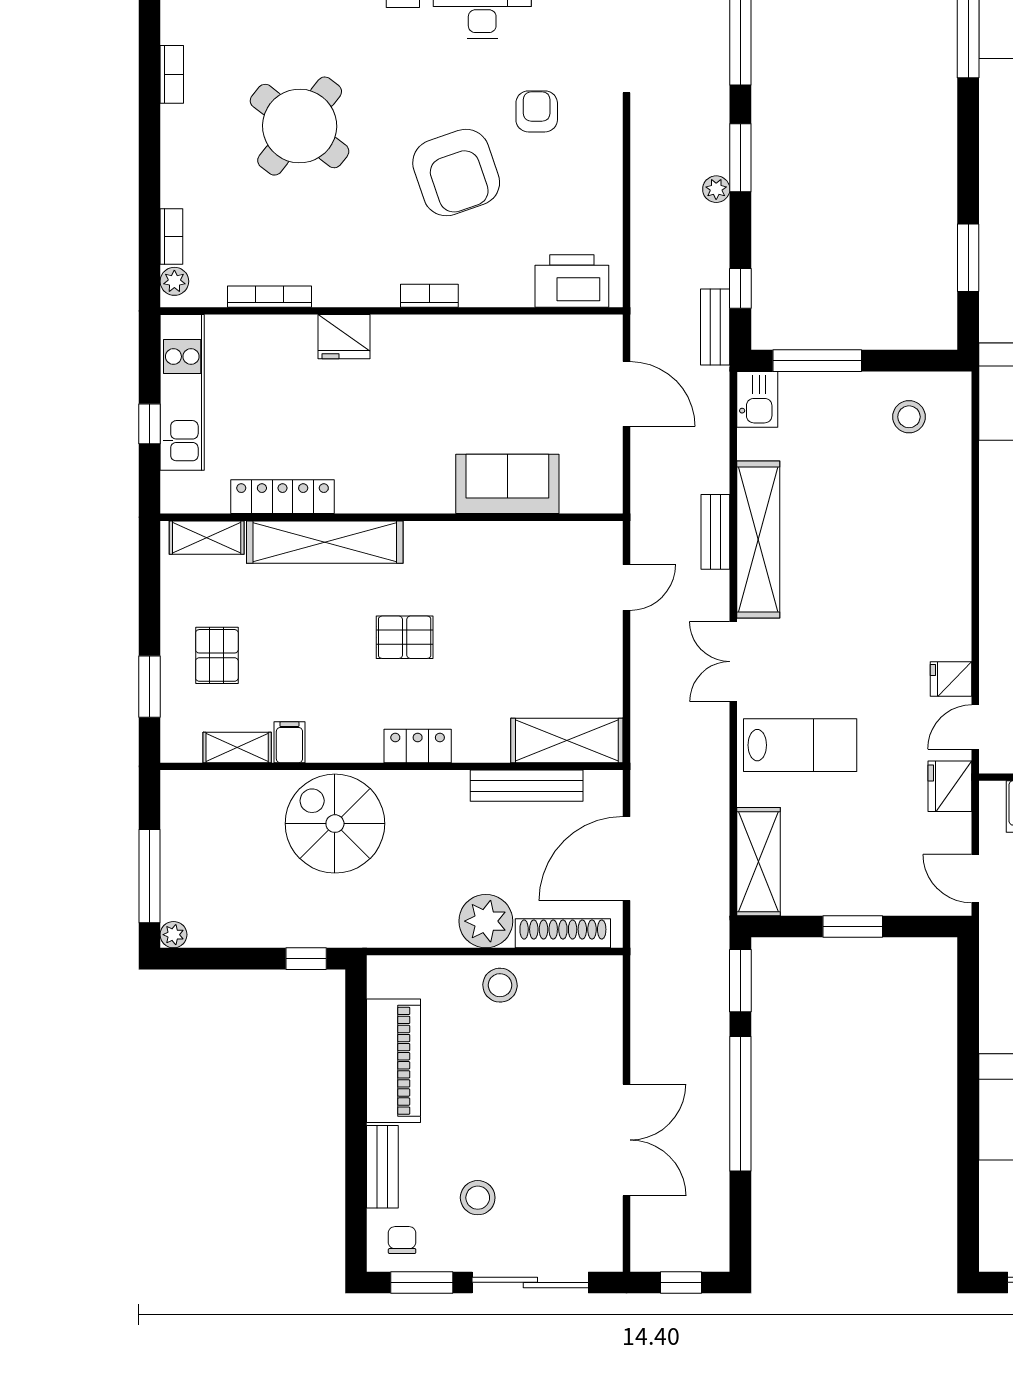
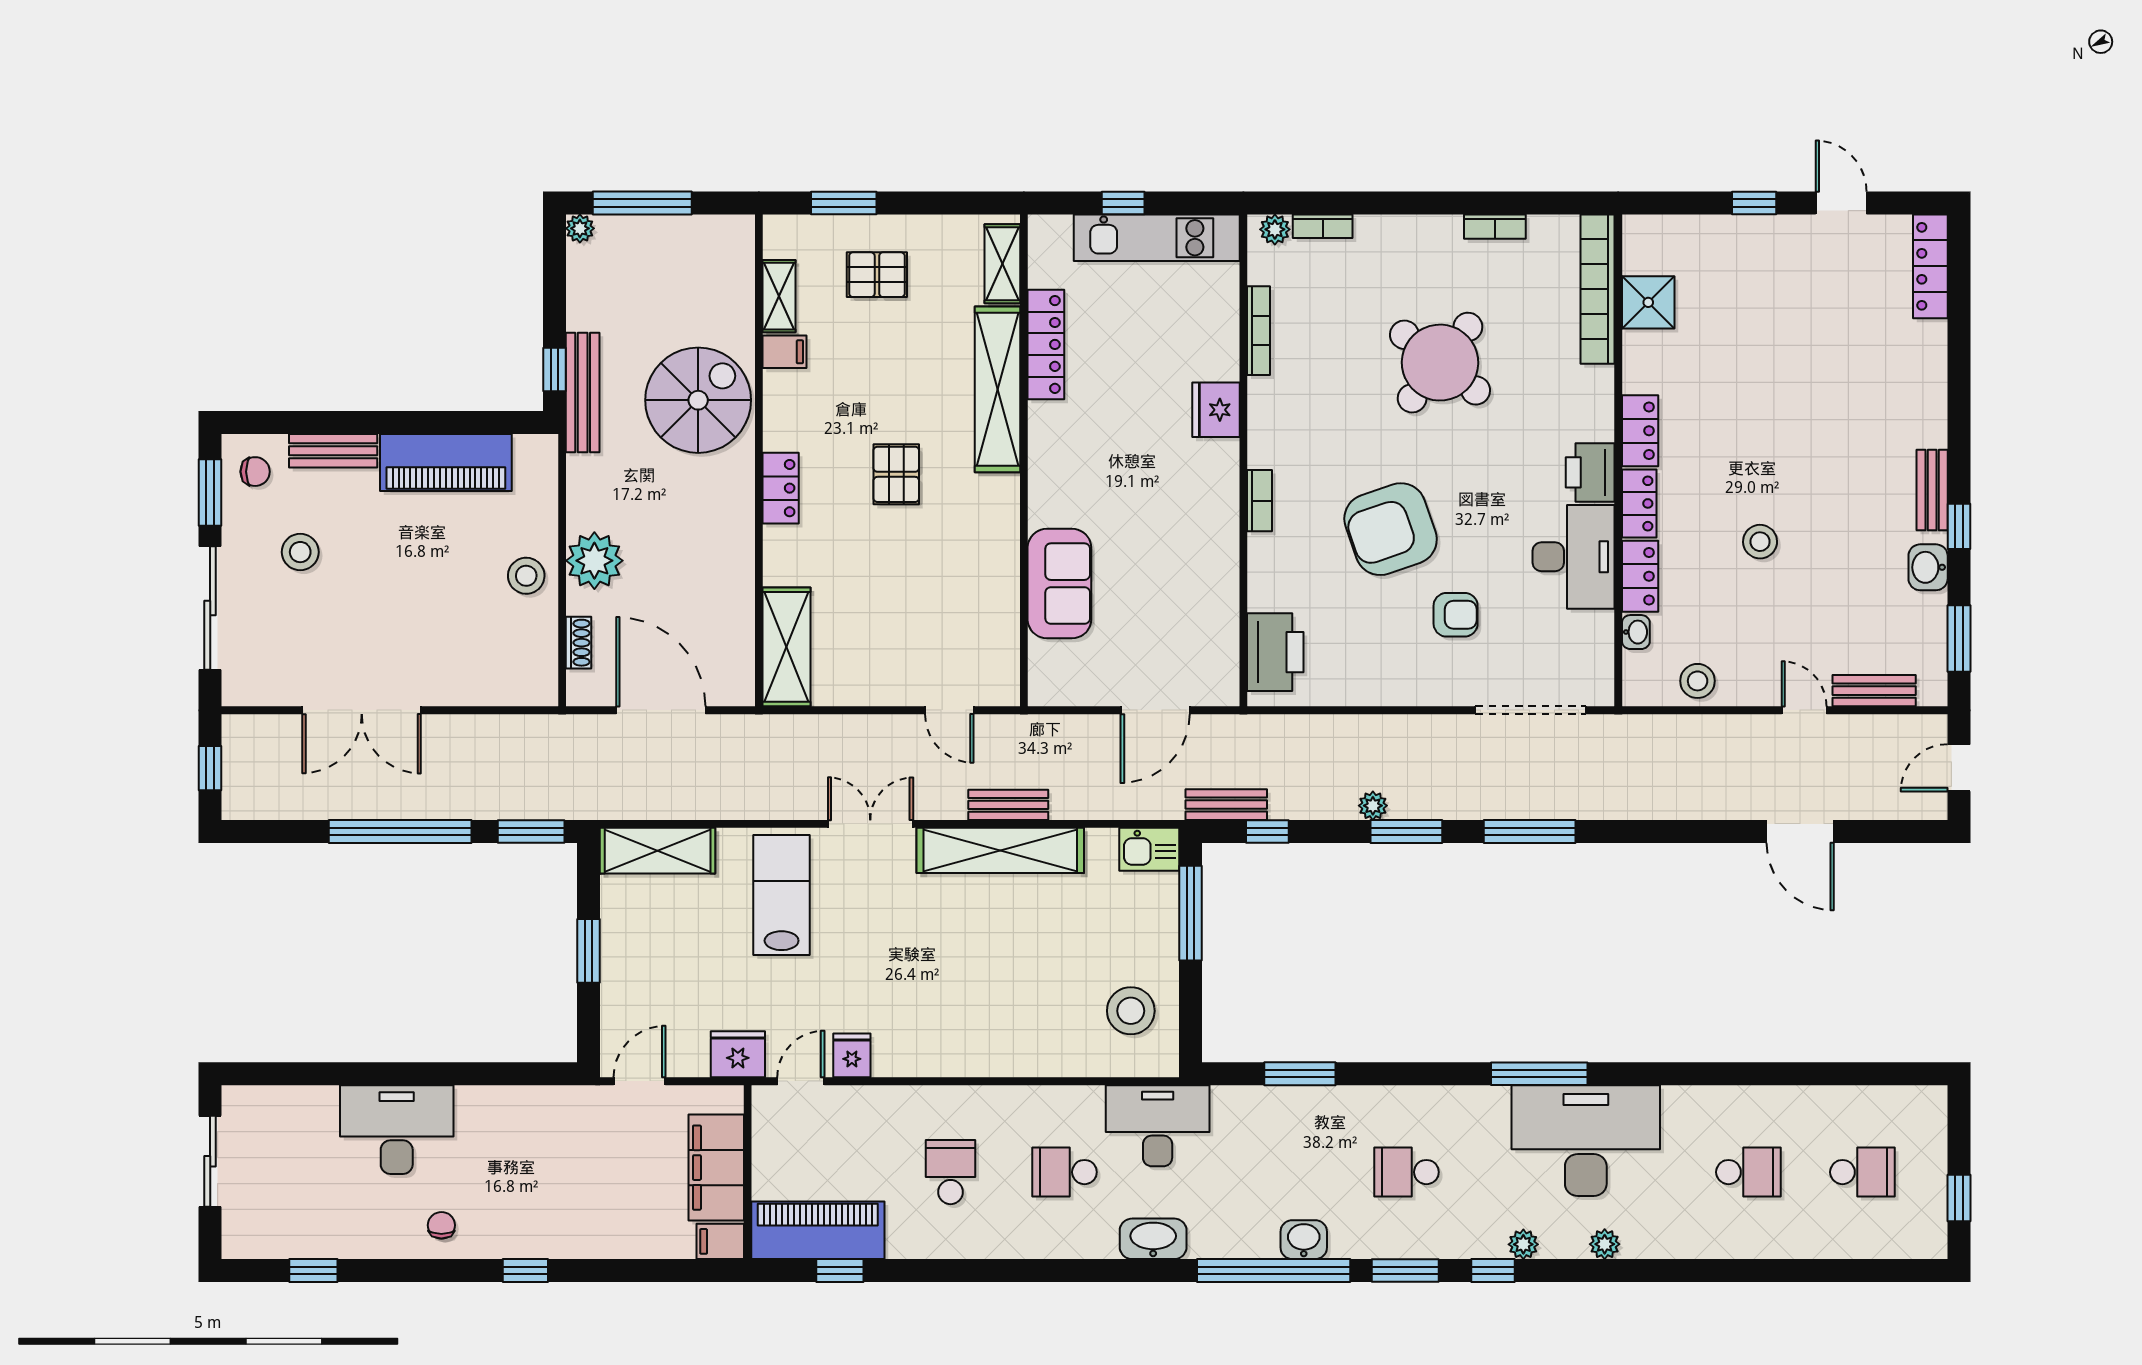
stool: (909, 417) -> (1131, 1011), width x1.38, depth x1.38
door: (975, 727) -> (801, 1081), hinge flipped
lab bench: (800, 745) -> (782, 895), turned 180
bench: (527, 786) -> (583, 393), moved
shoe rack: (563, 933) -> (578, 643), width x0.51, depth x0.81

